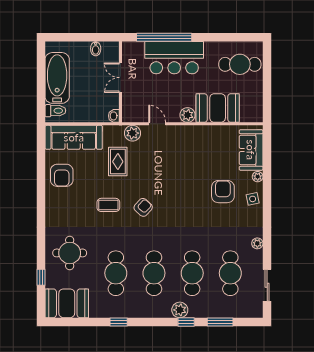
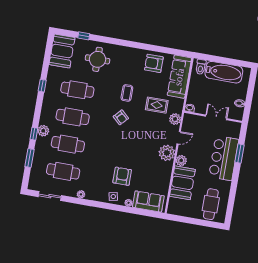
window: (164, 37) -> (239, 153), width x0.47
plant: (181, 136) -> (167, 153), added
armchair: (223, 192) -> (122, 176), turned -90

